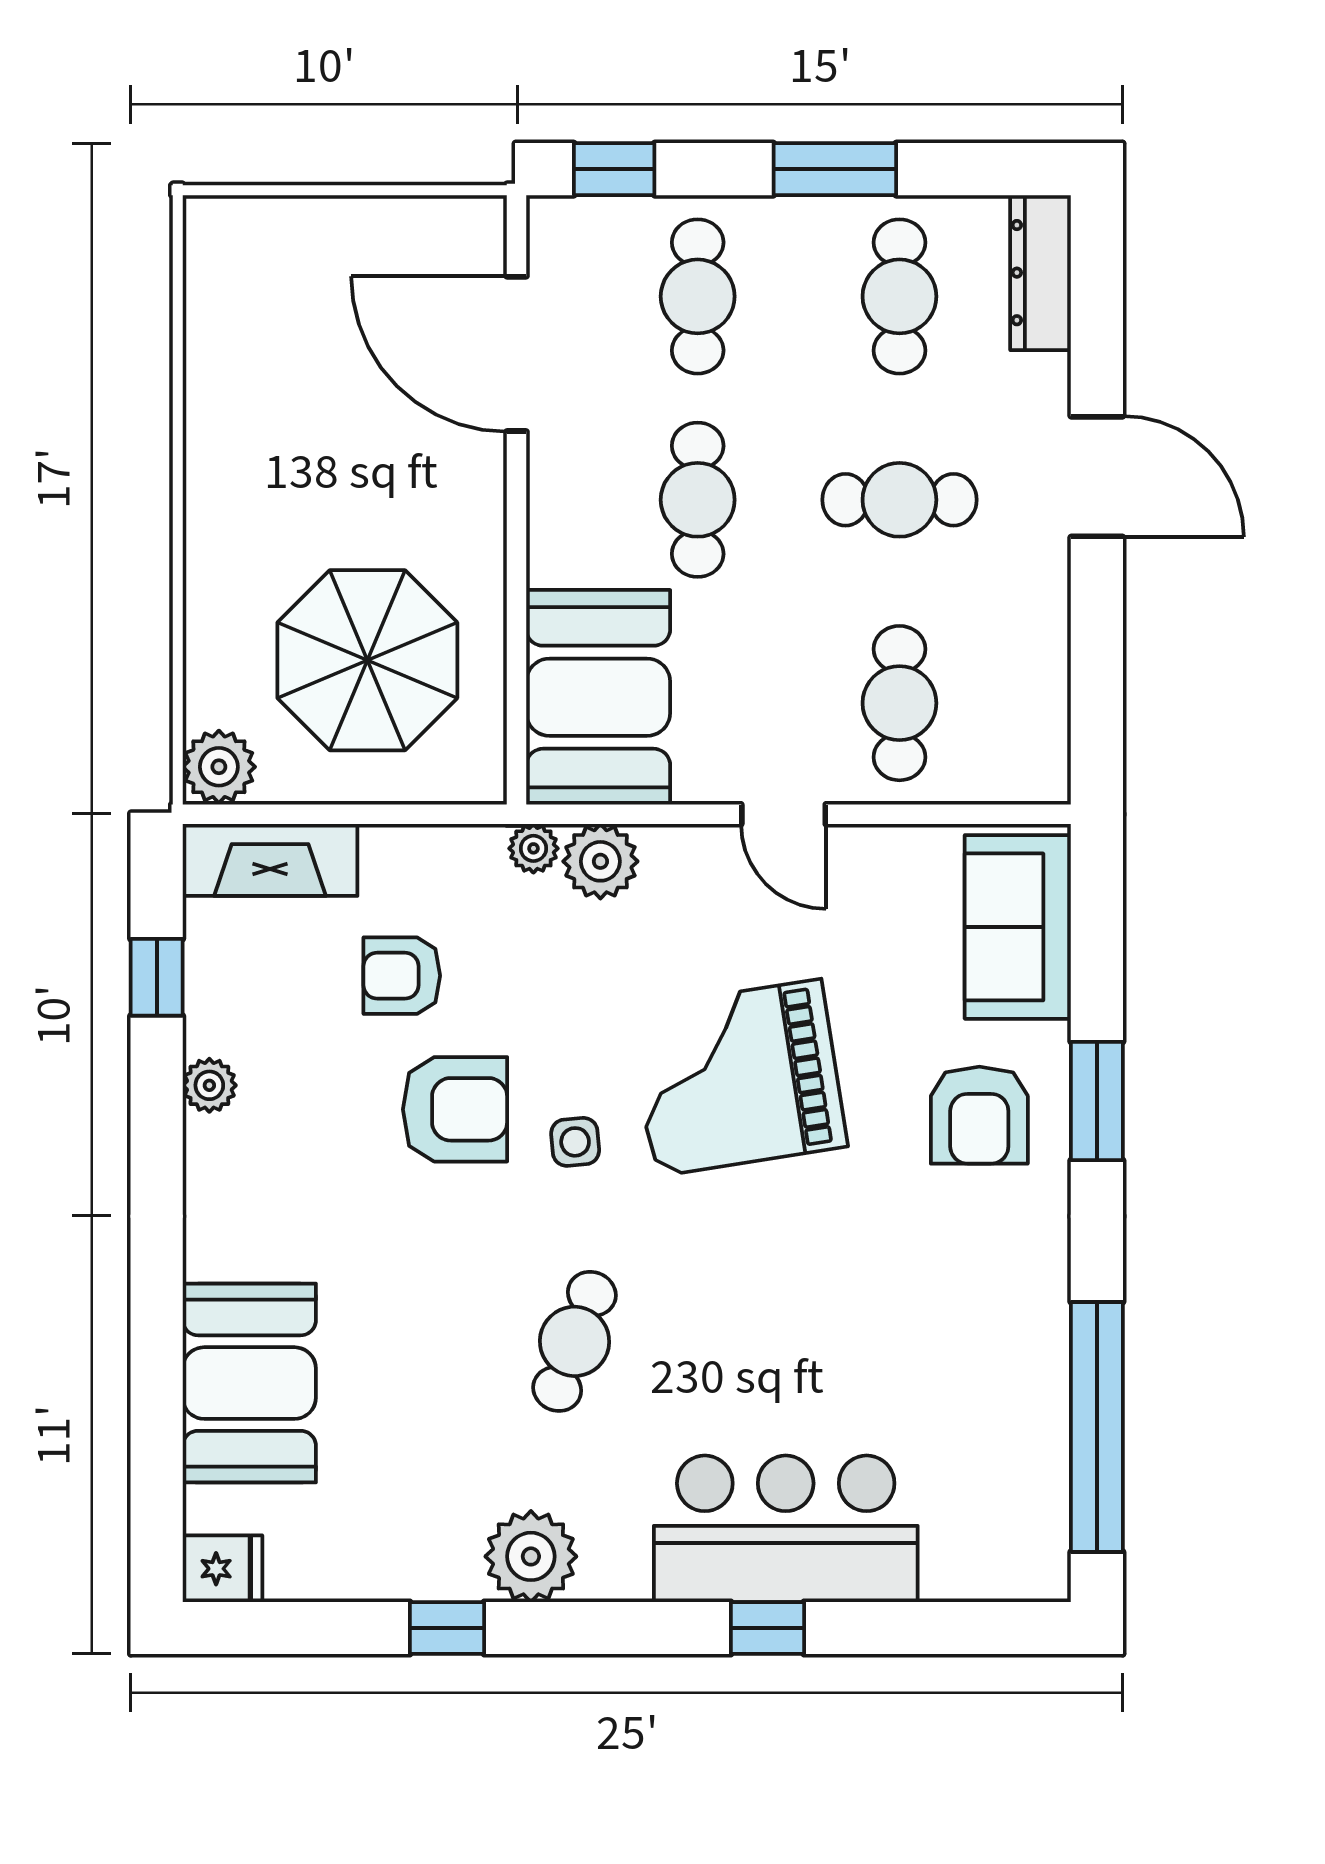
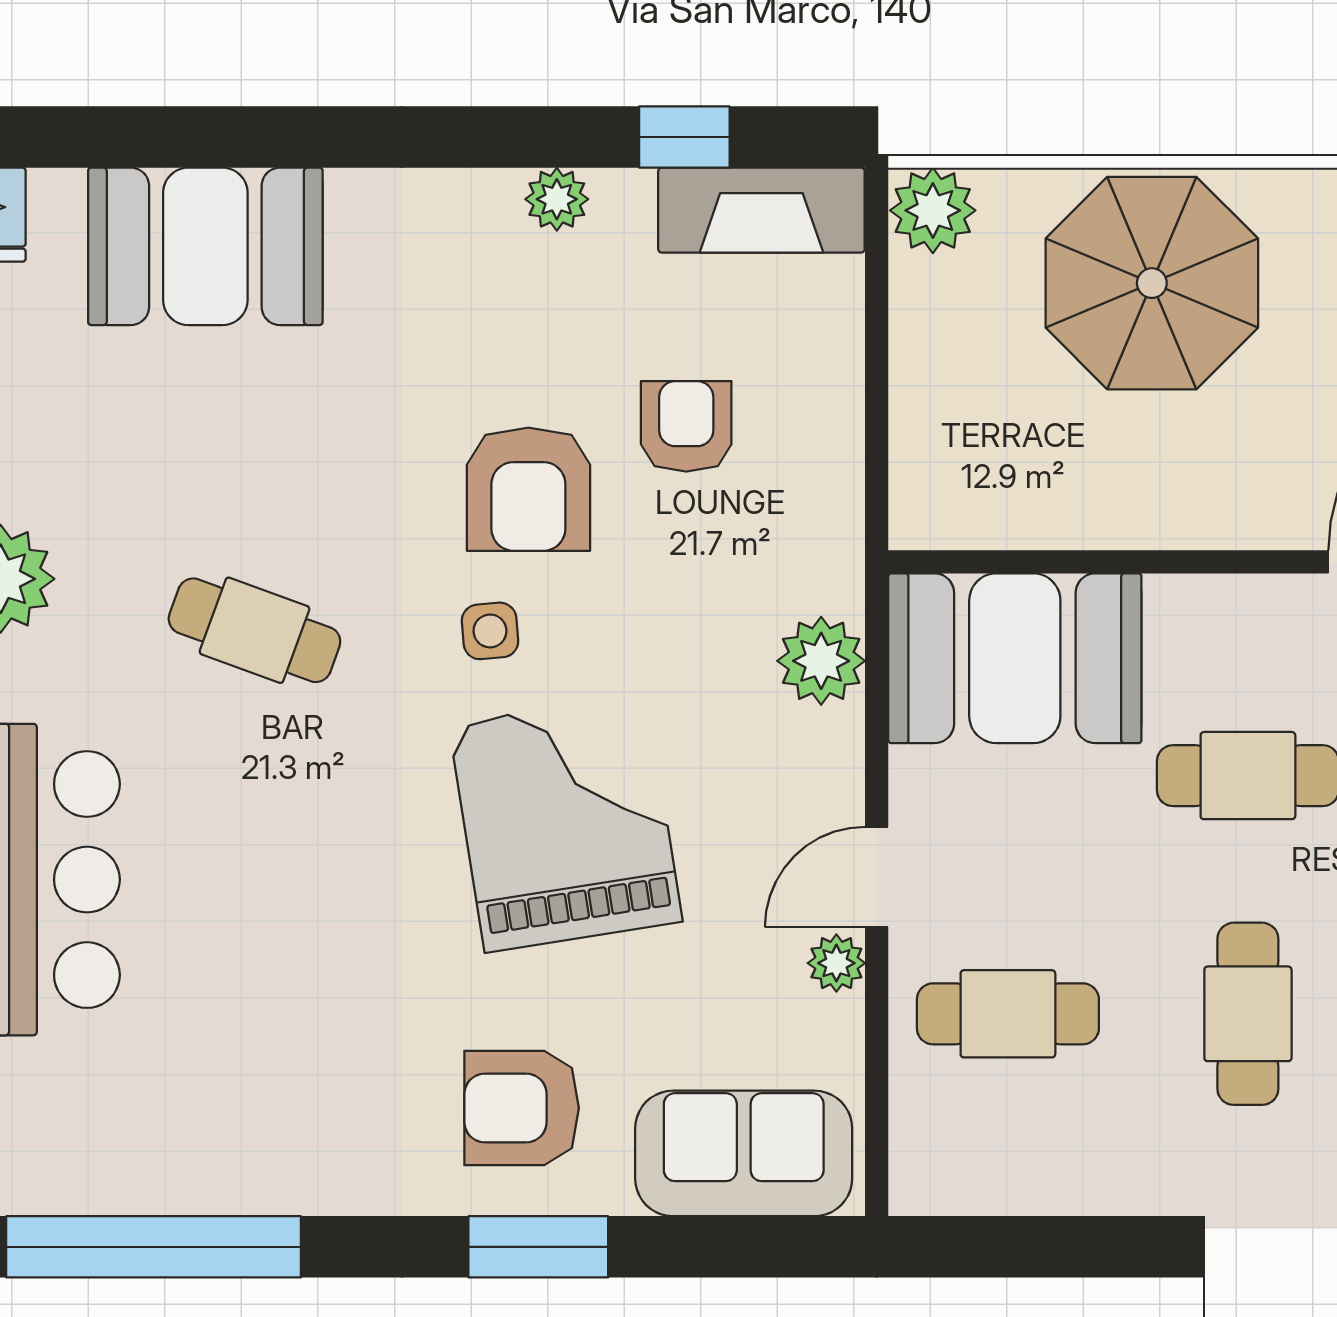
parasol: (367, 660) -> (1152, 283), moved
plant: (533, 848) -> (836, 963), moved
fireplace: (270, 860) -> (761, 210), moved, turned -90

